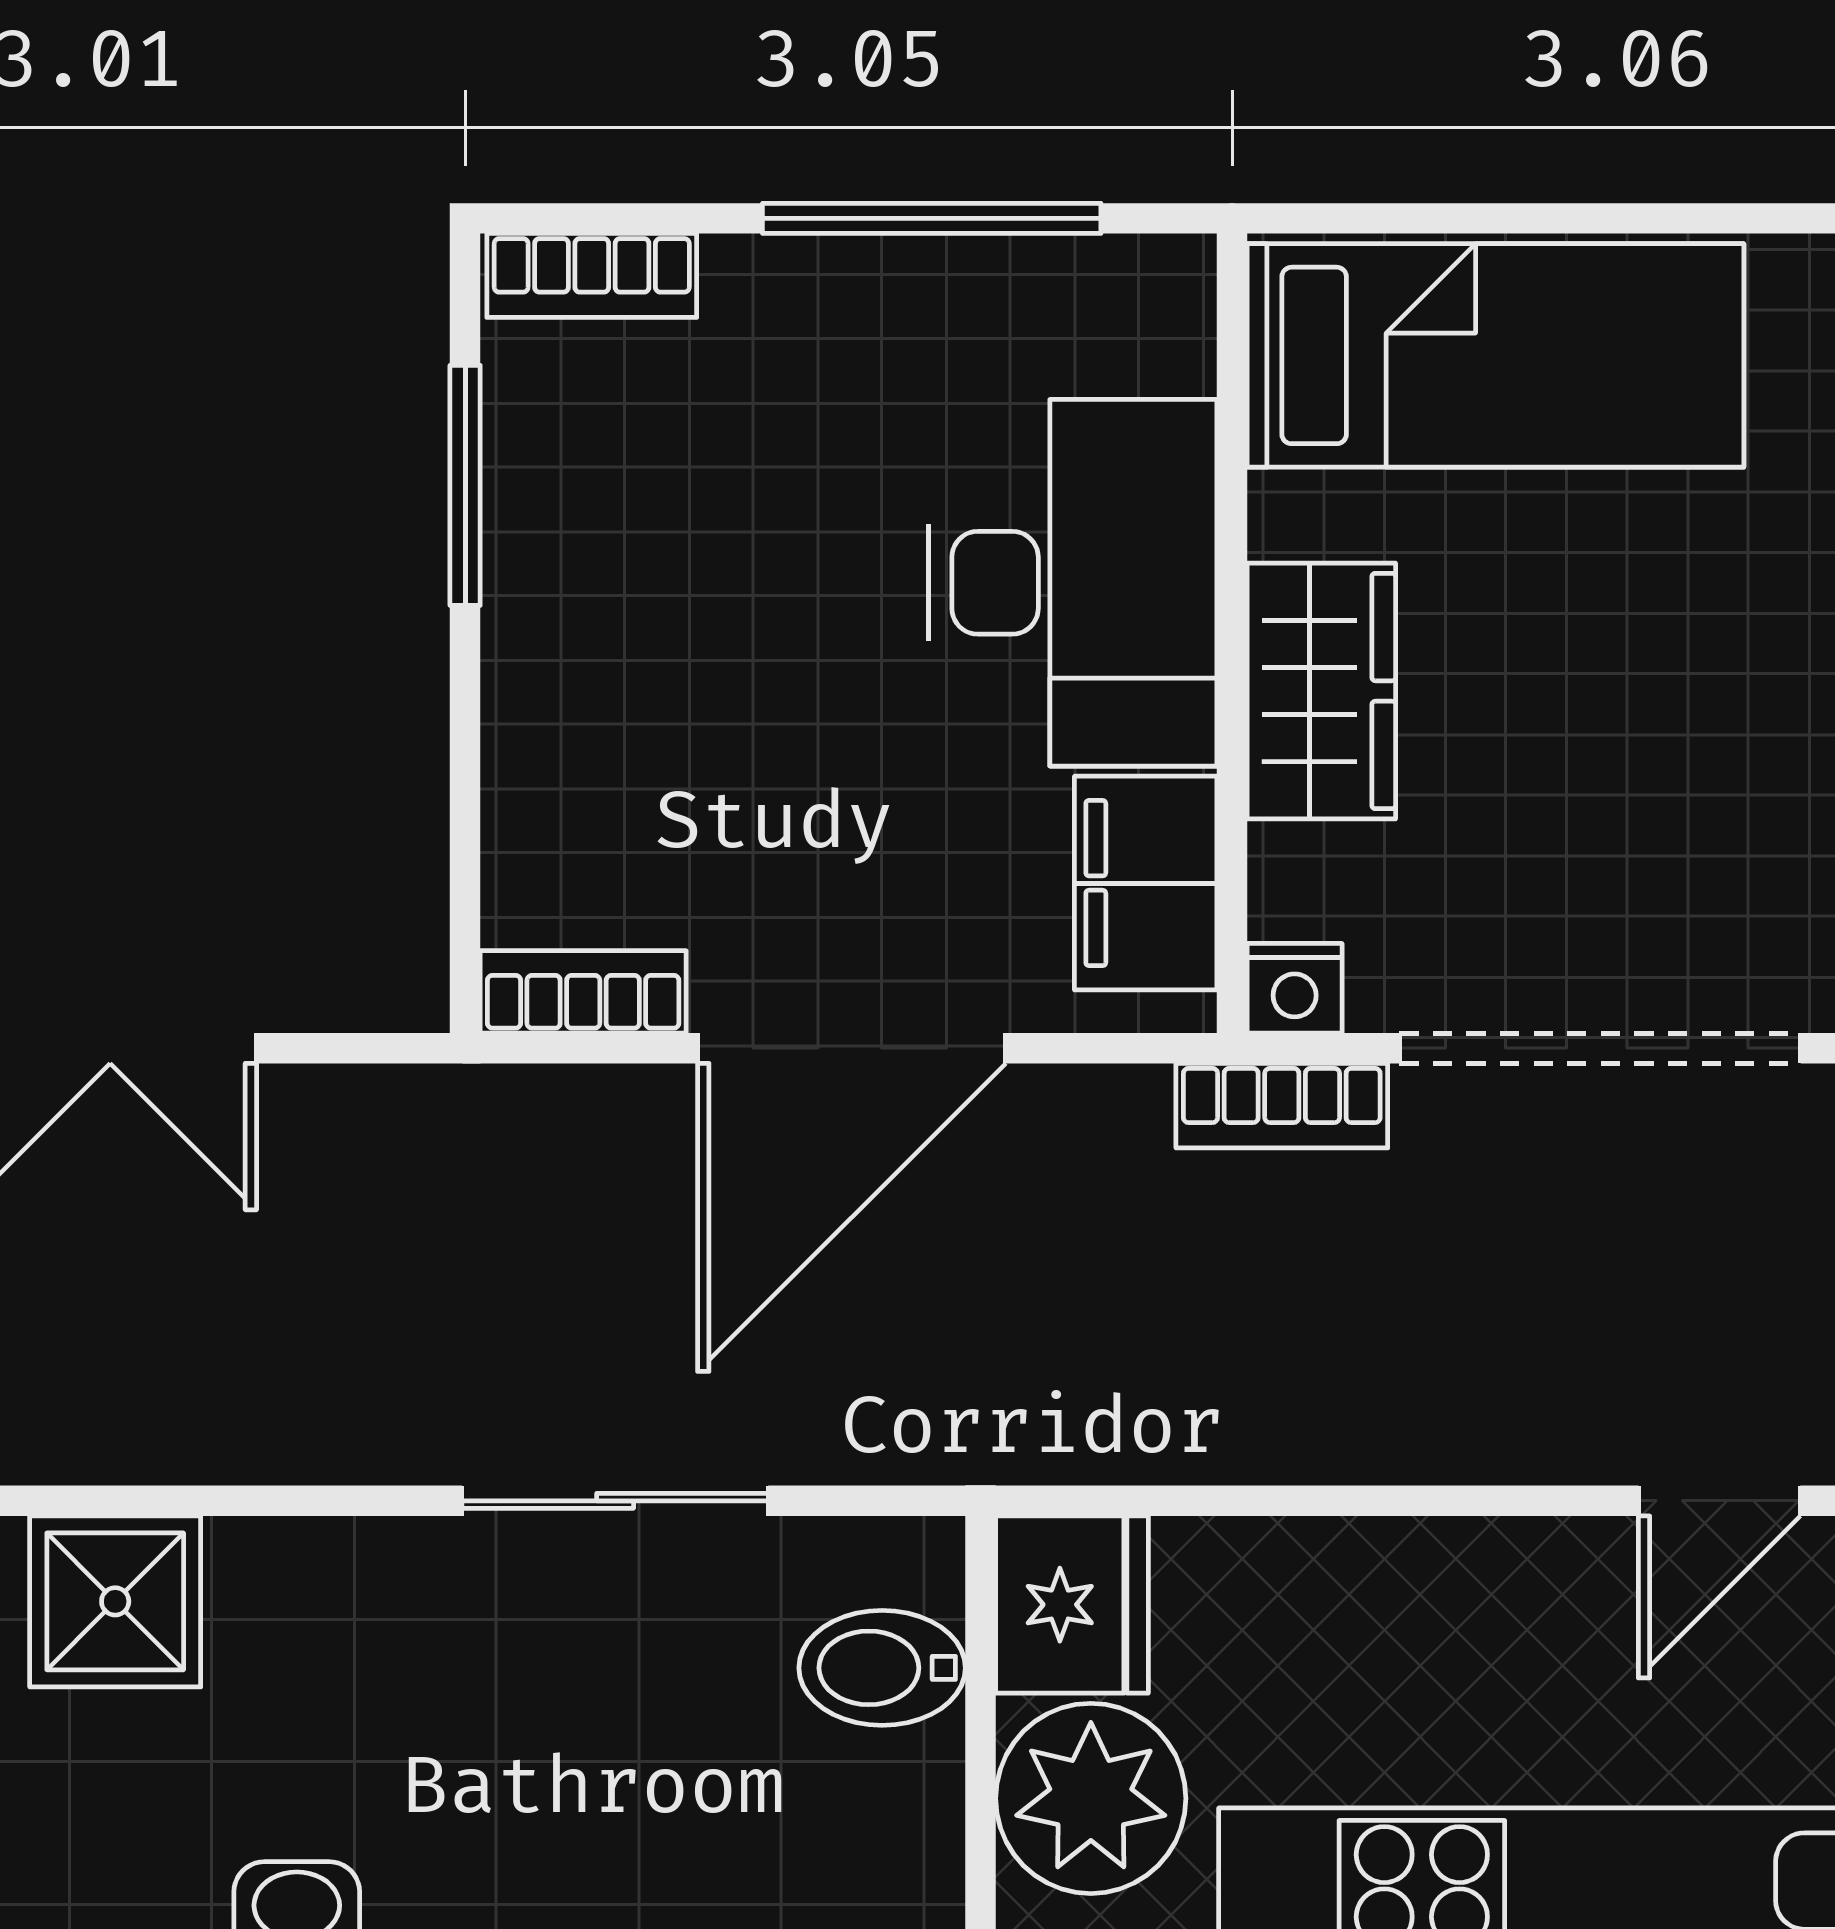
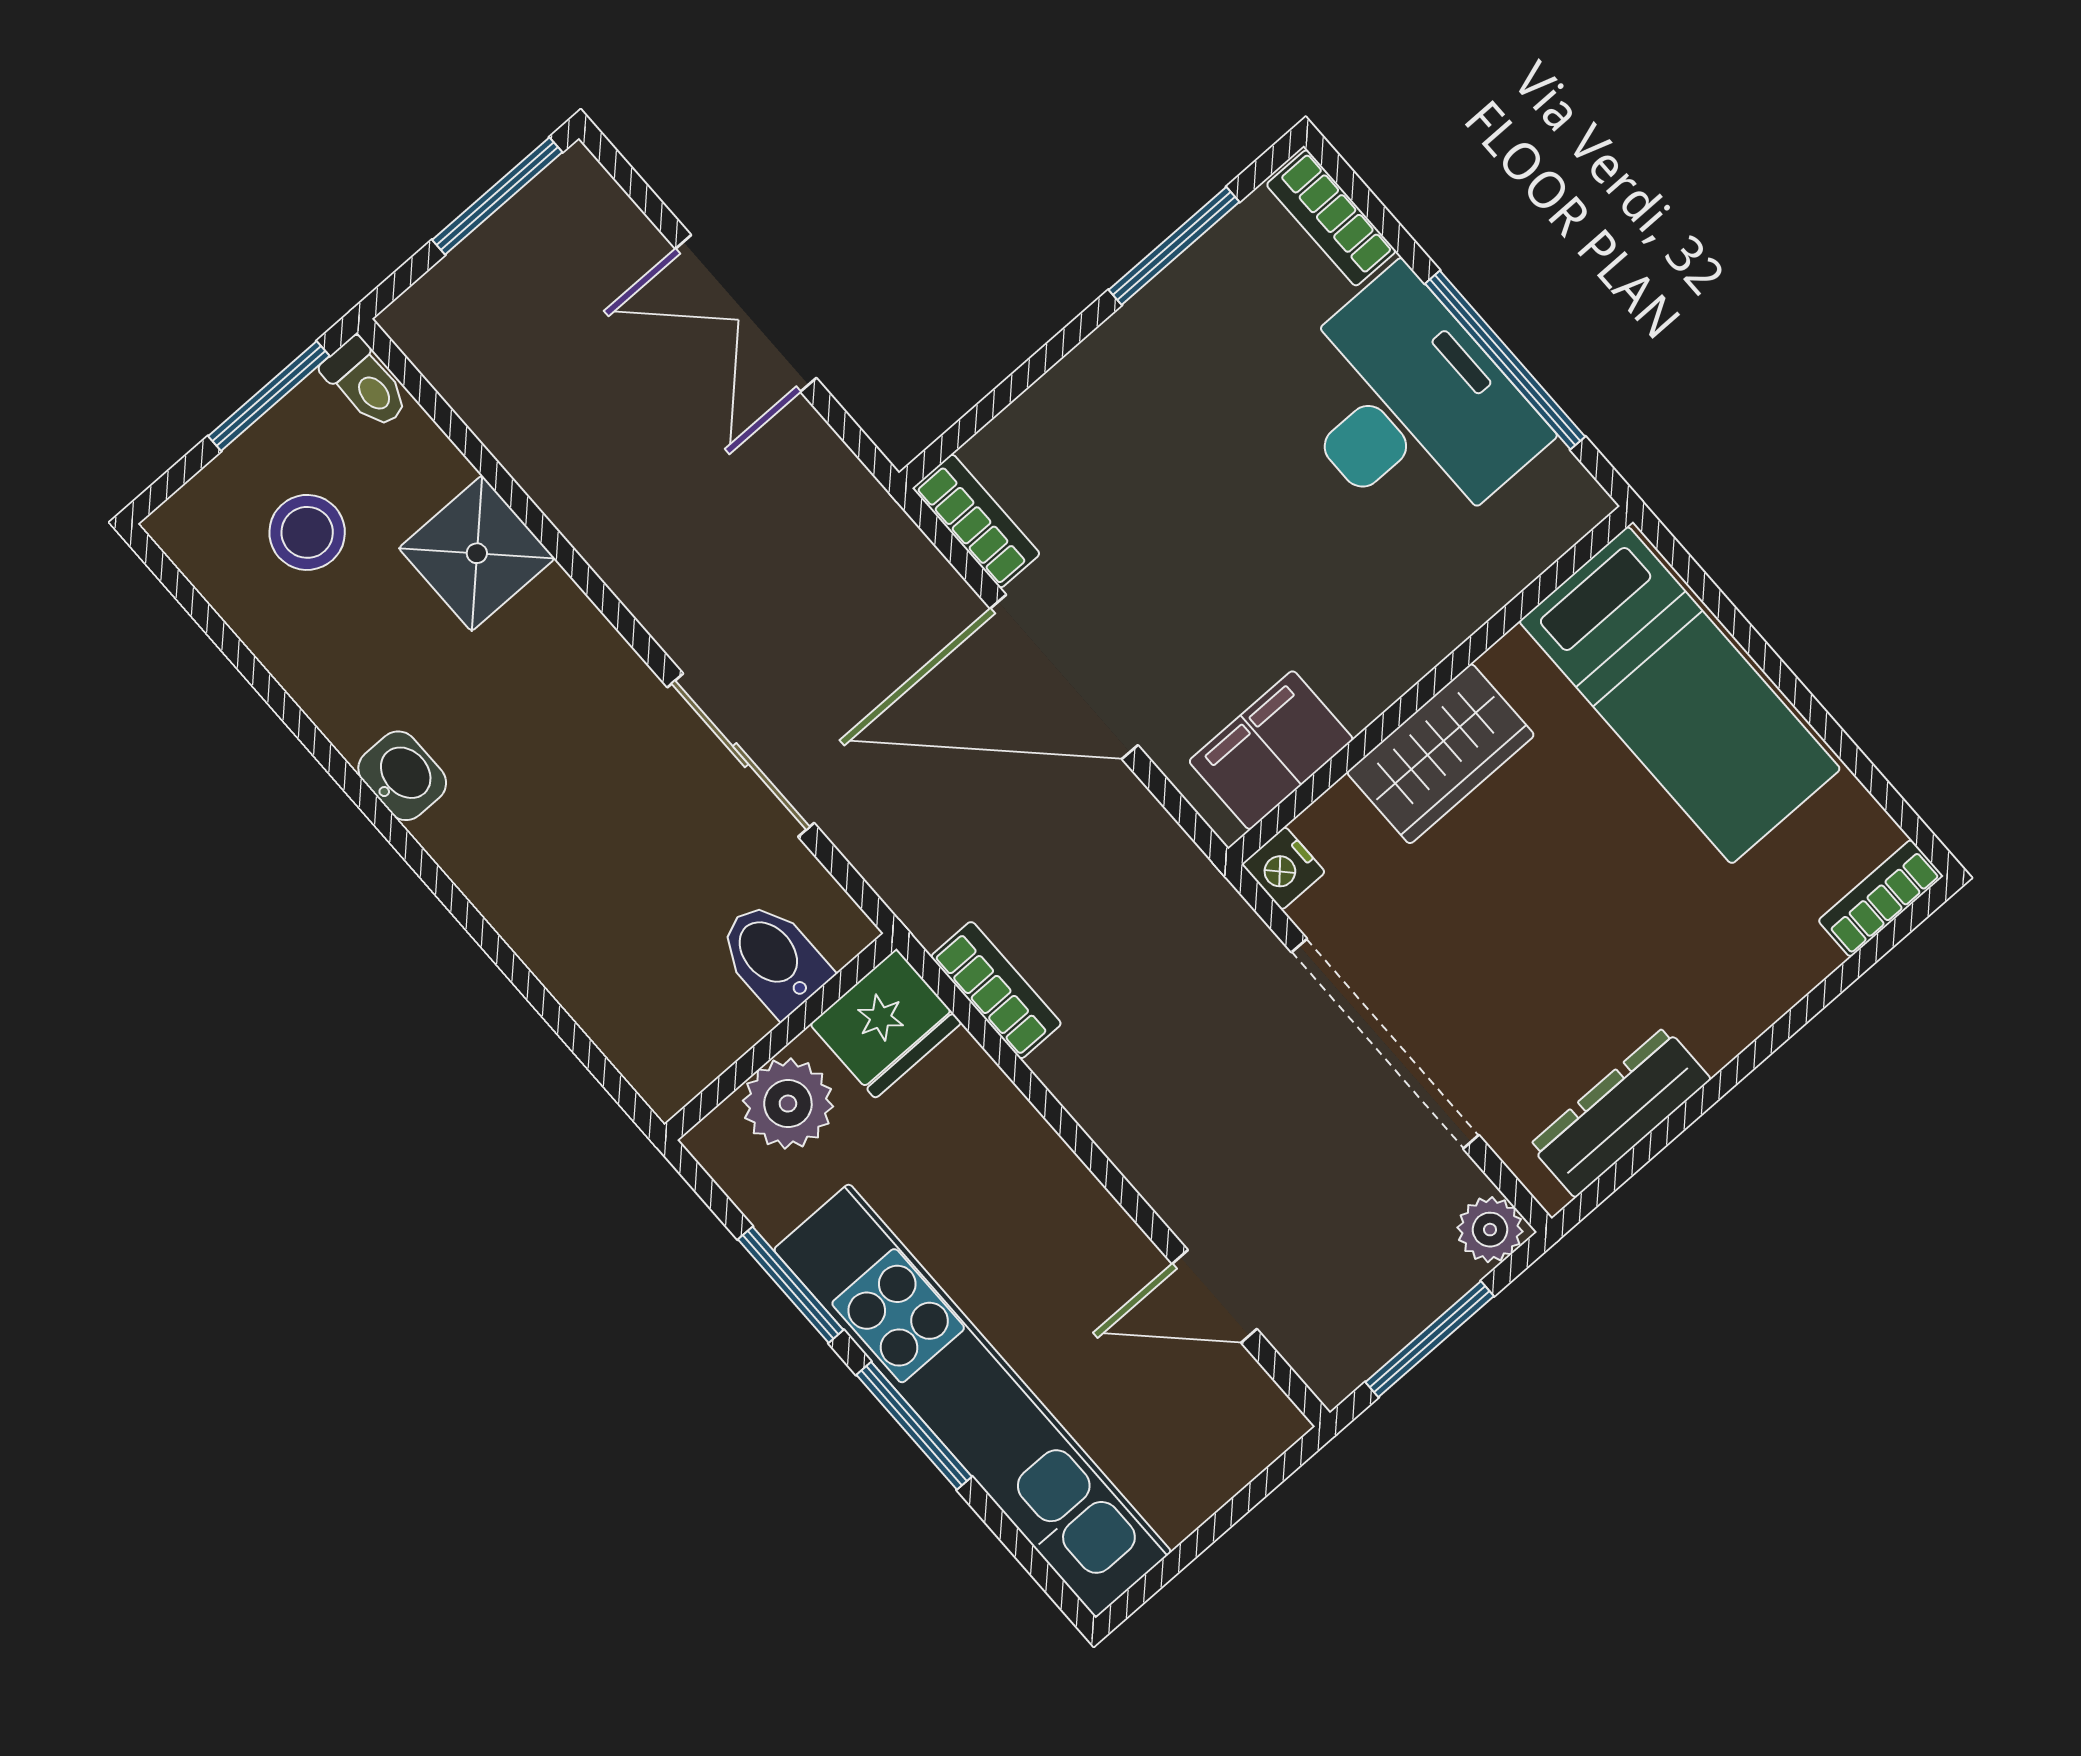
desk: (1073, 583) -> (1409, 408), moved, turned -90
bookcase: (1282, 1106) -> (996, 990), moved, turned 180
plant: (1091, 1798) -> (788, 1104), width x0.73, depth x0.73

